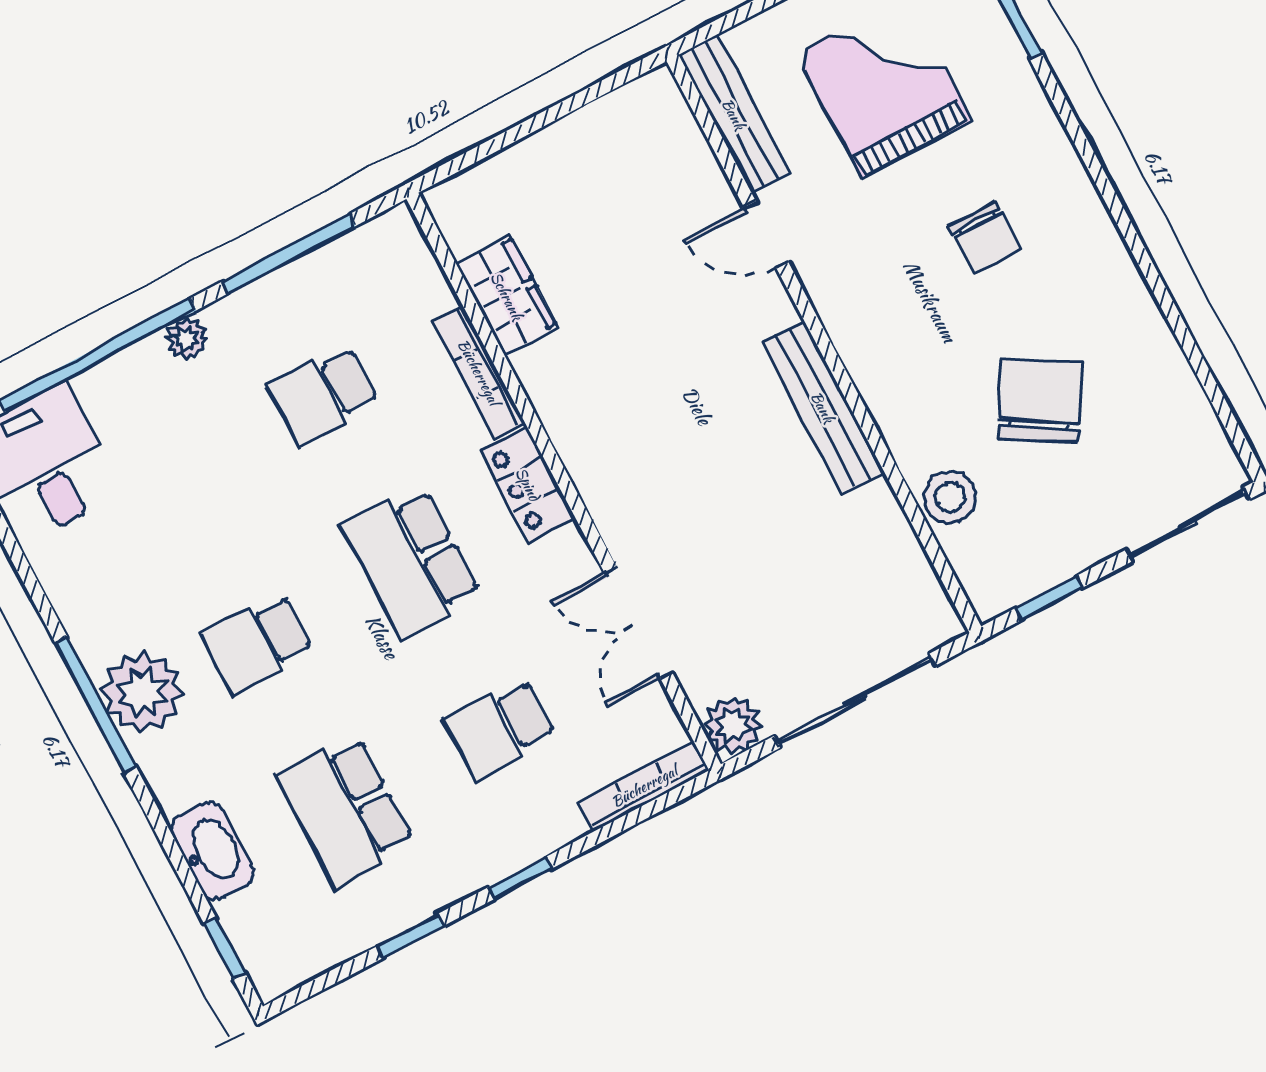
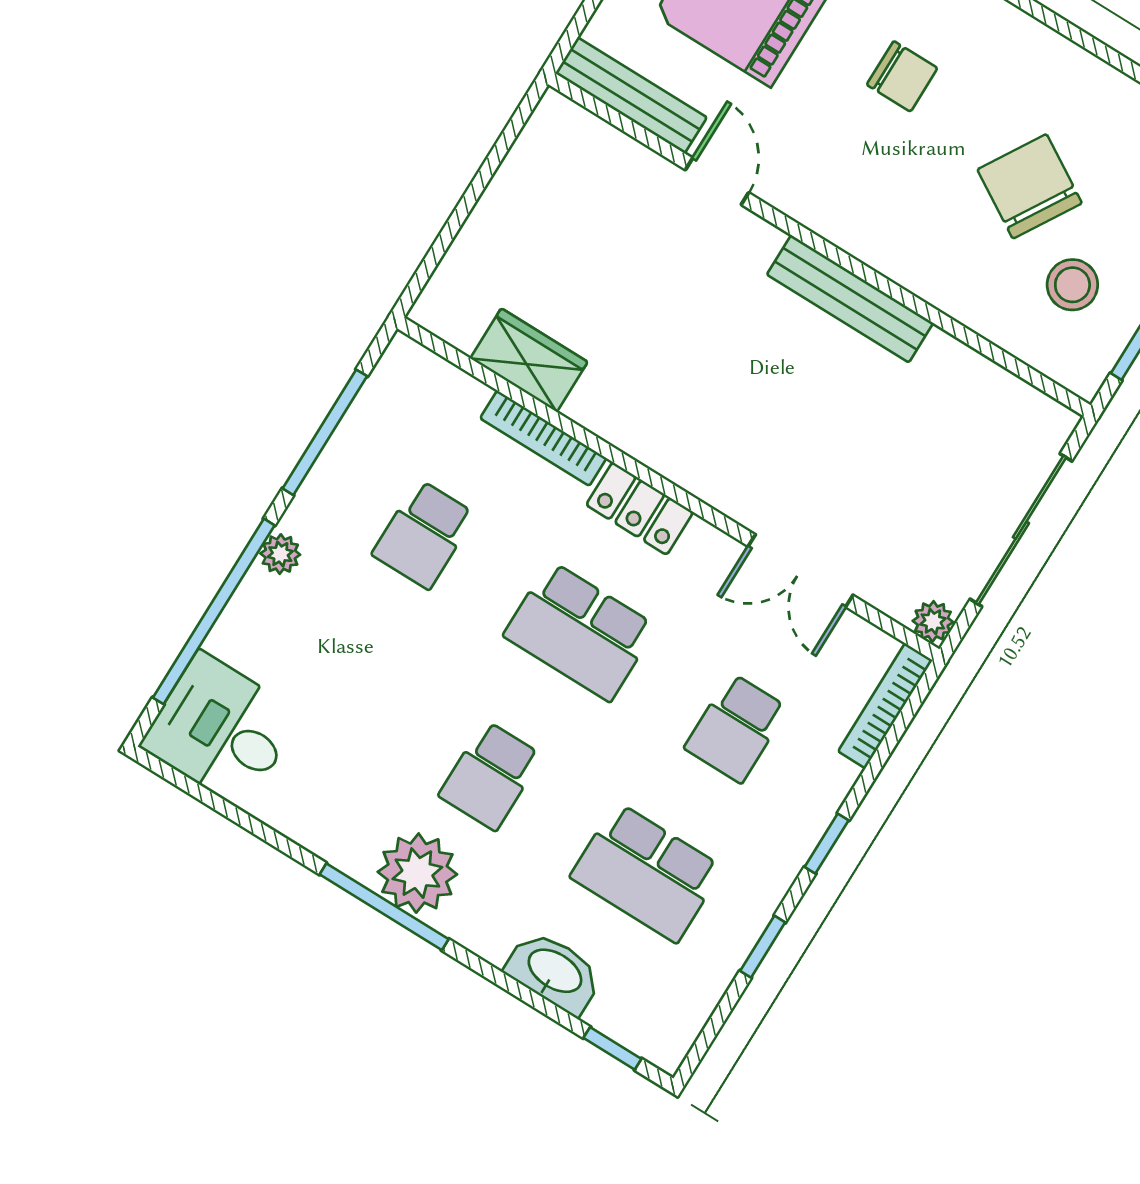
door: (766, 234) -> (717, 181), swing flipped
stool: (950, 497) -> (1072, 285), moved
plant: (733, 726) -> (933, 621), width x0.73, depth x0.73

